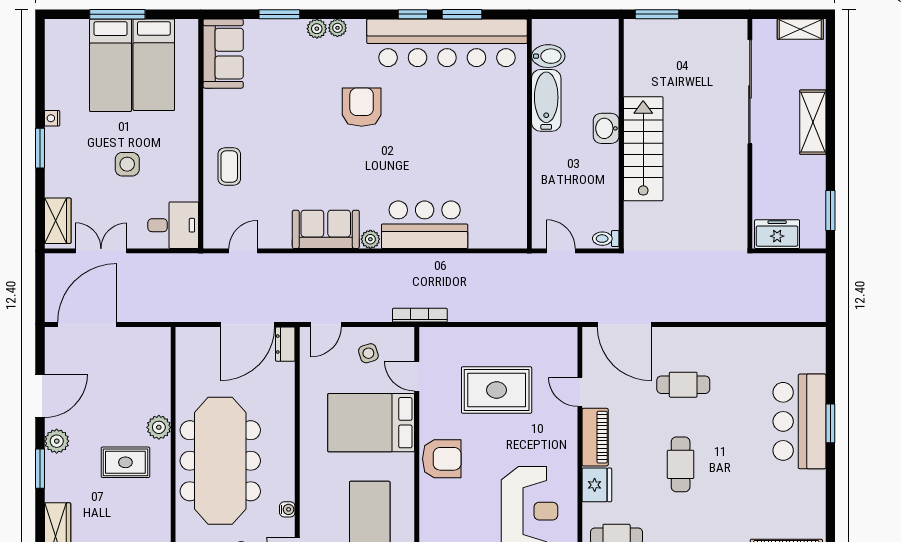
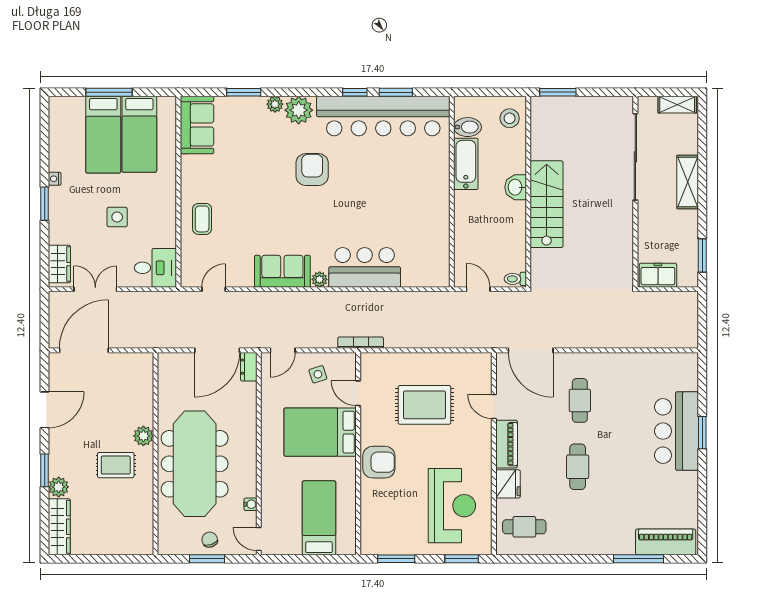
plant: (337, 28) -> (299, 110), width x1.88, depth x1.88
stool: (599, 46) -> (510, 118), added
cafe table: (683, 385) -> (580, 400), turned 90
plant: (57, 441) -> (59, 487), moved

